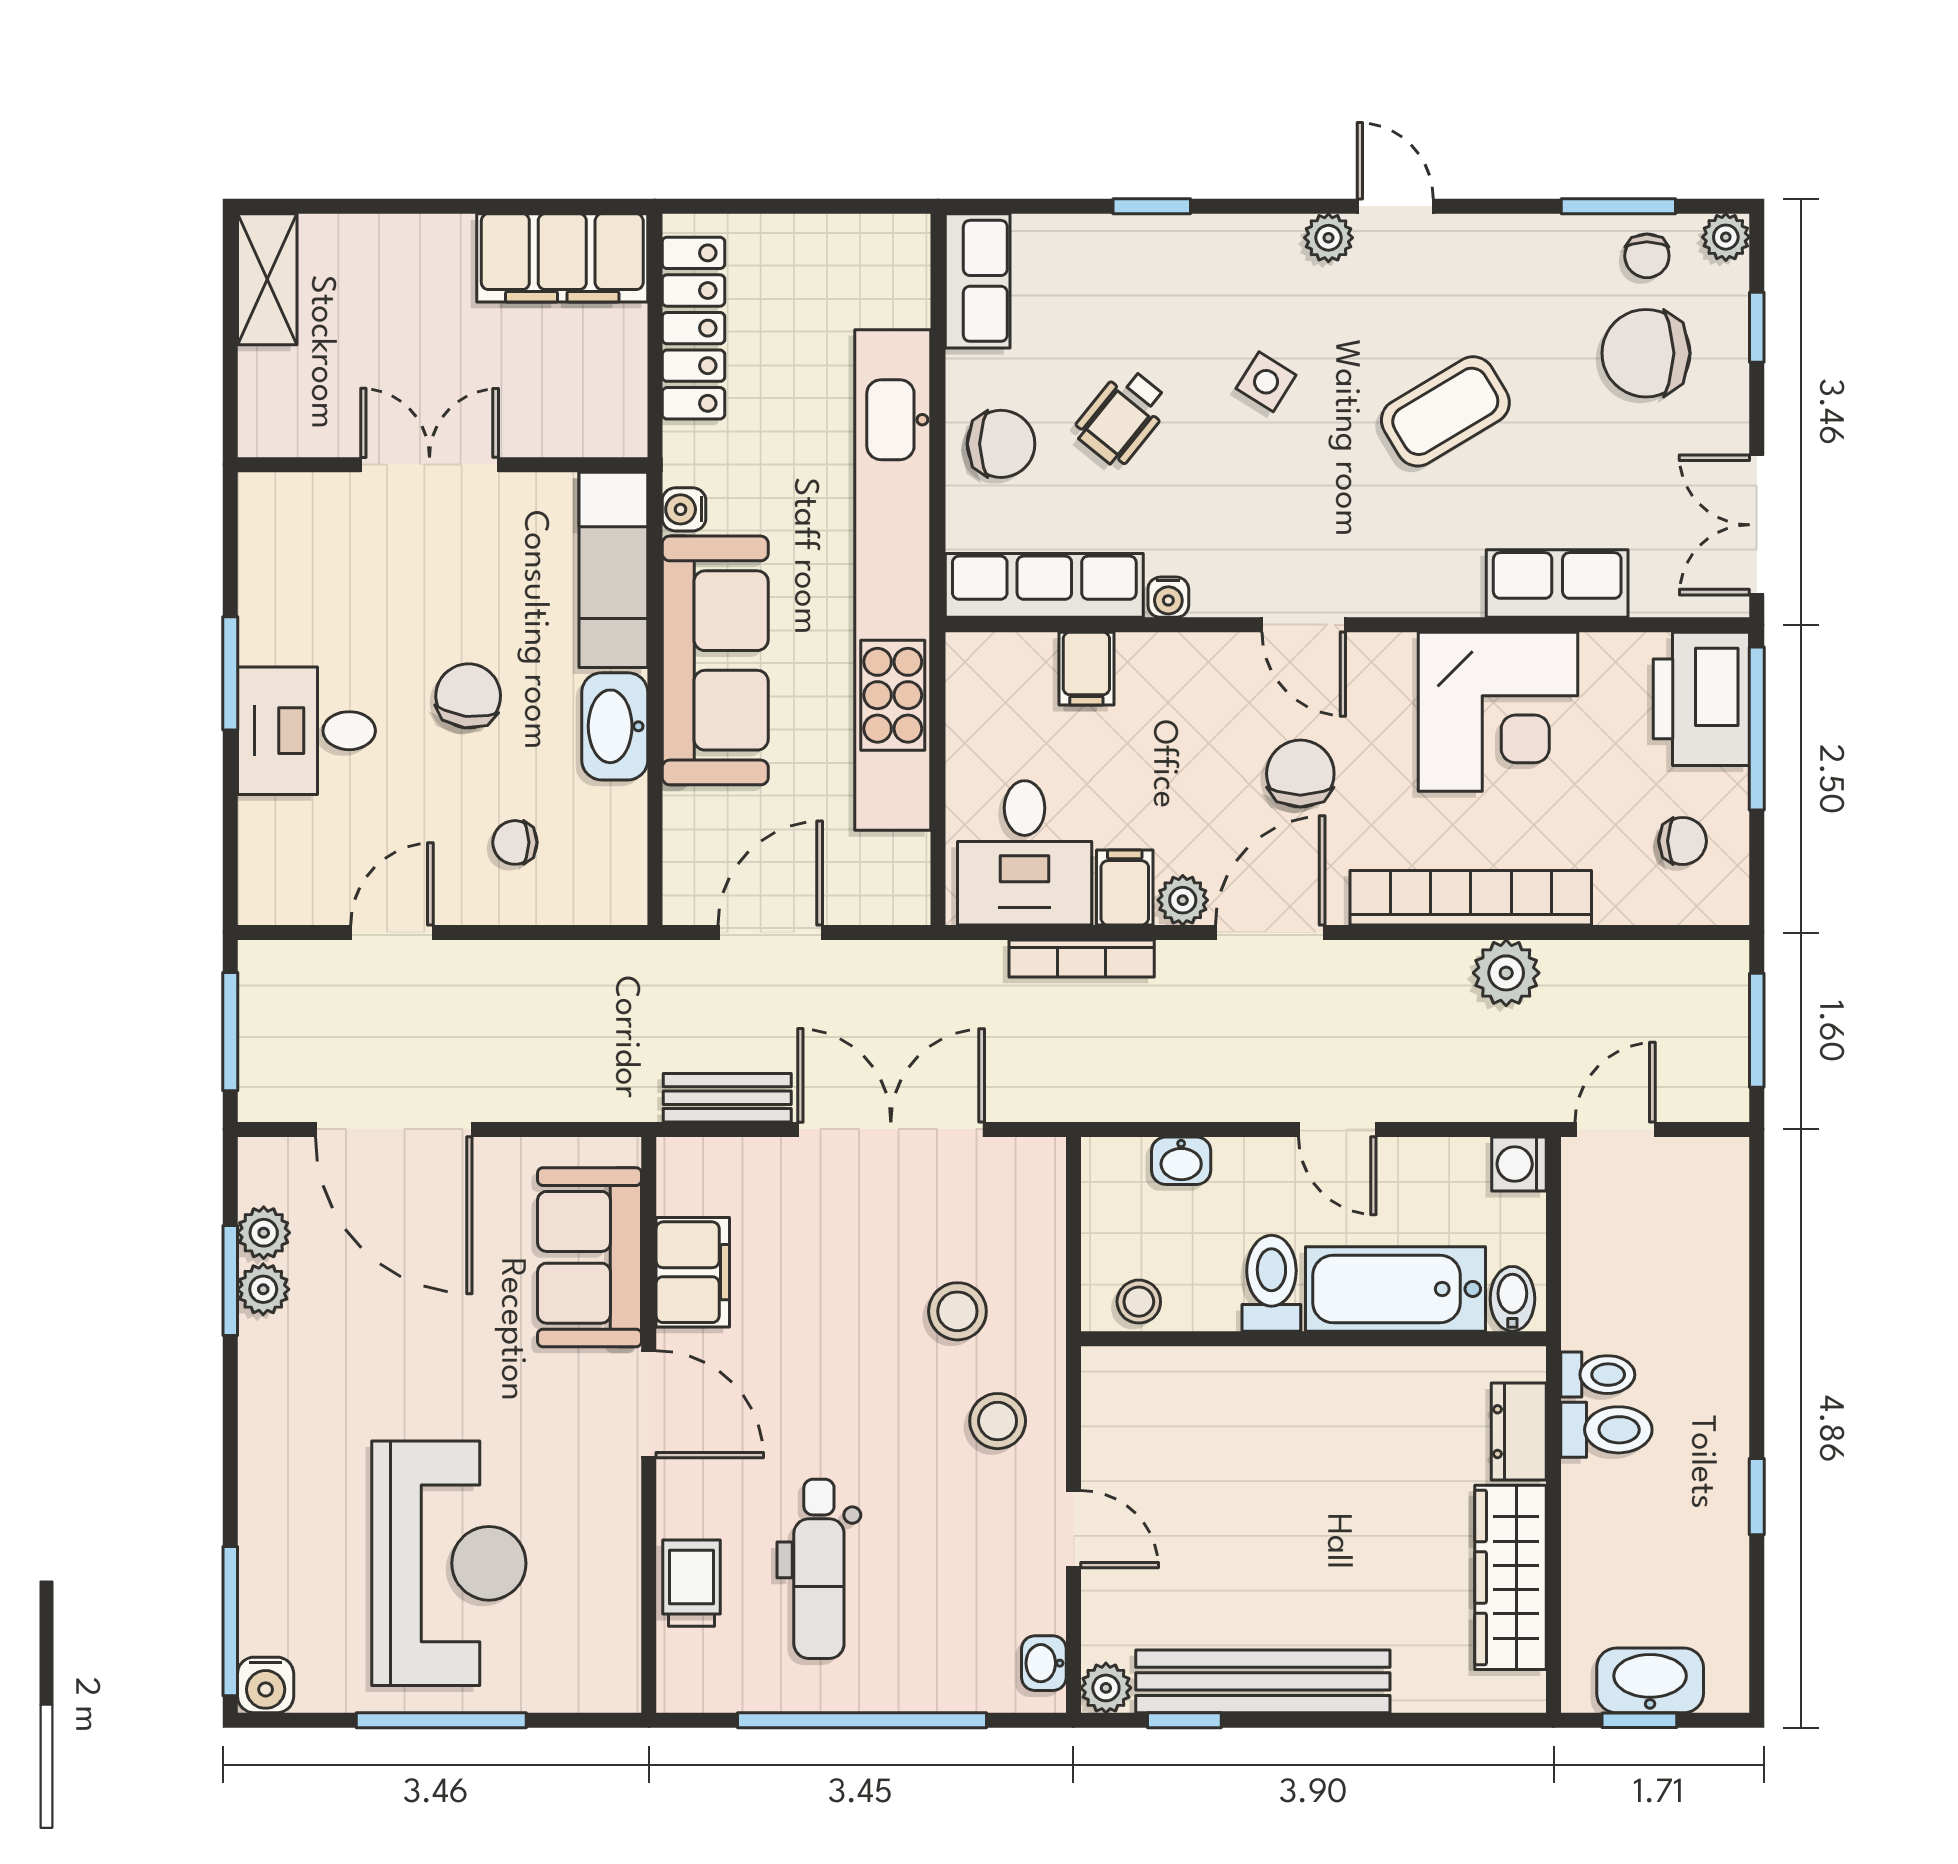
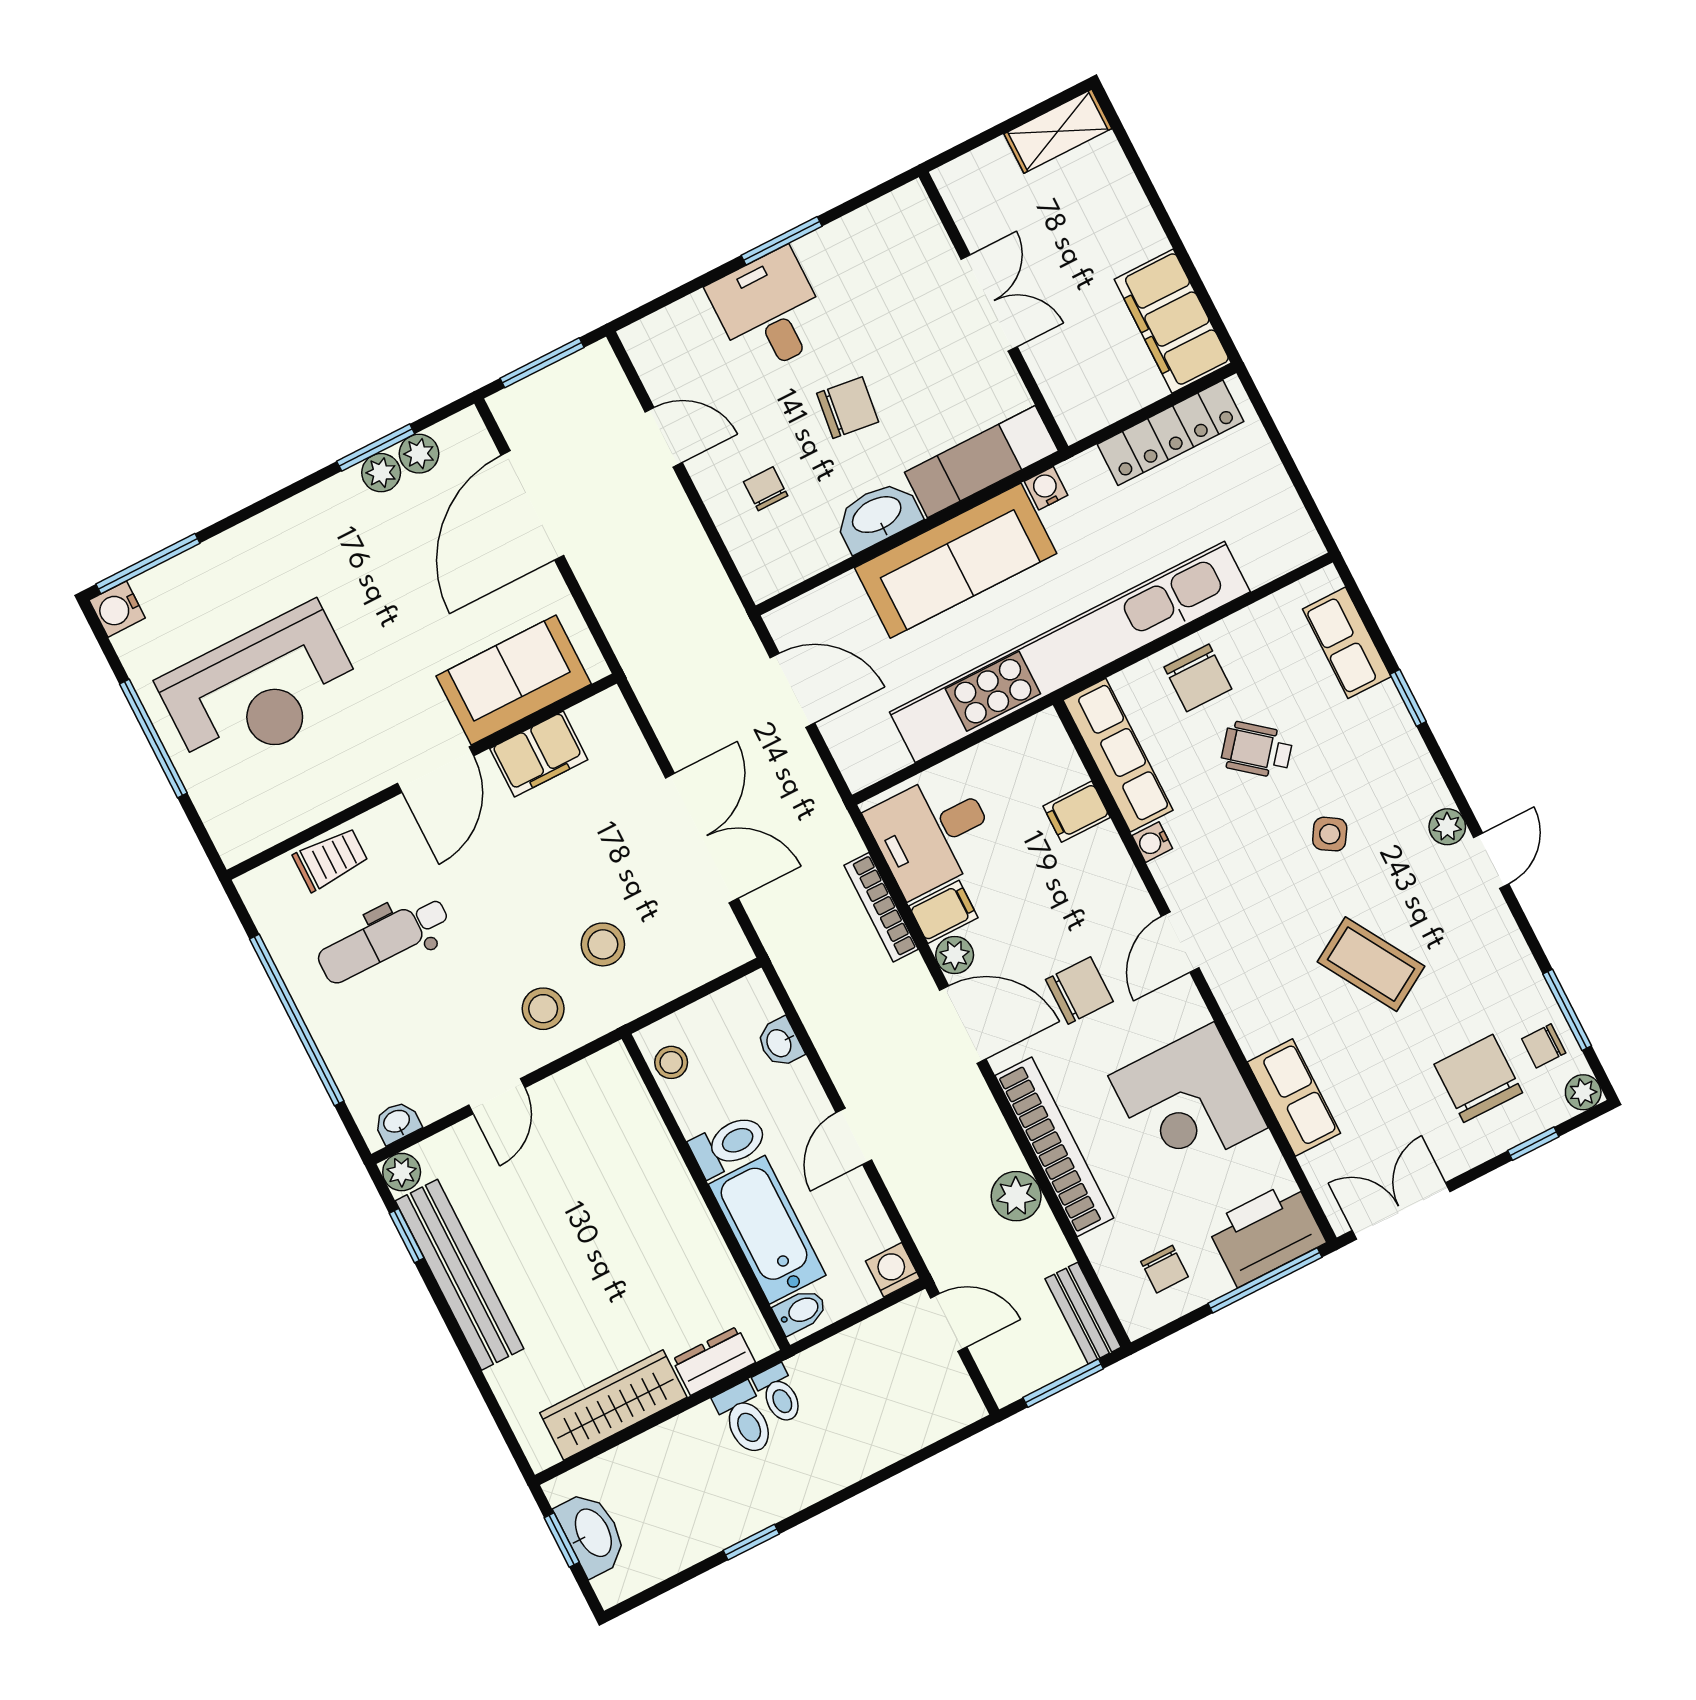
row of seats: (978, 281) -> (1347, 643), moved, turned 90
bench: (727, 1098) -> (1083, 1313), moved

